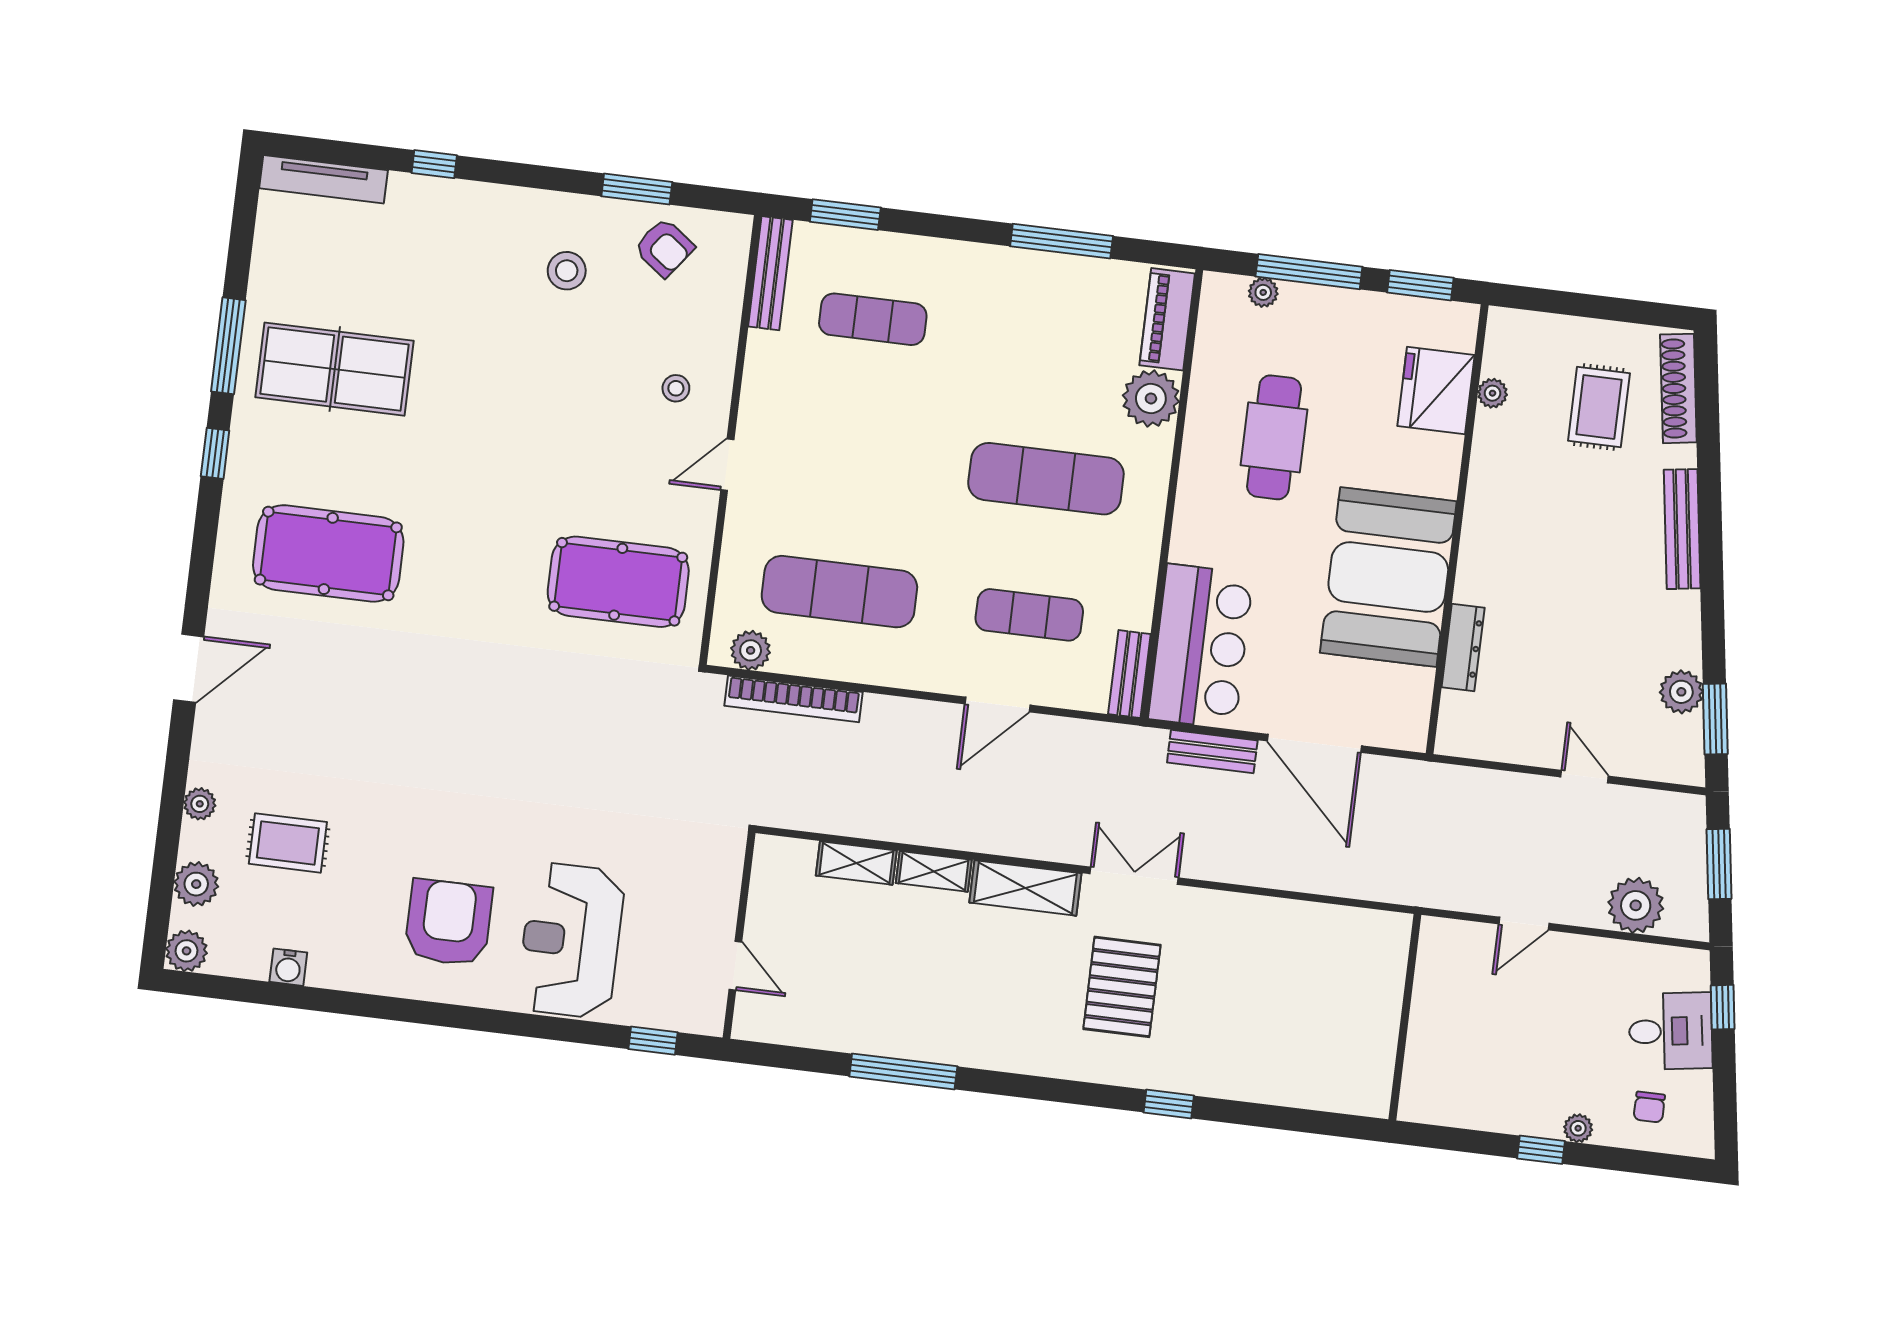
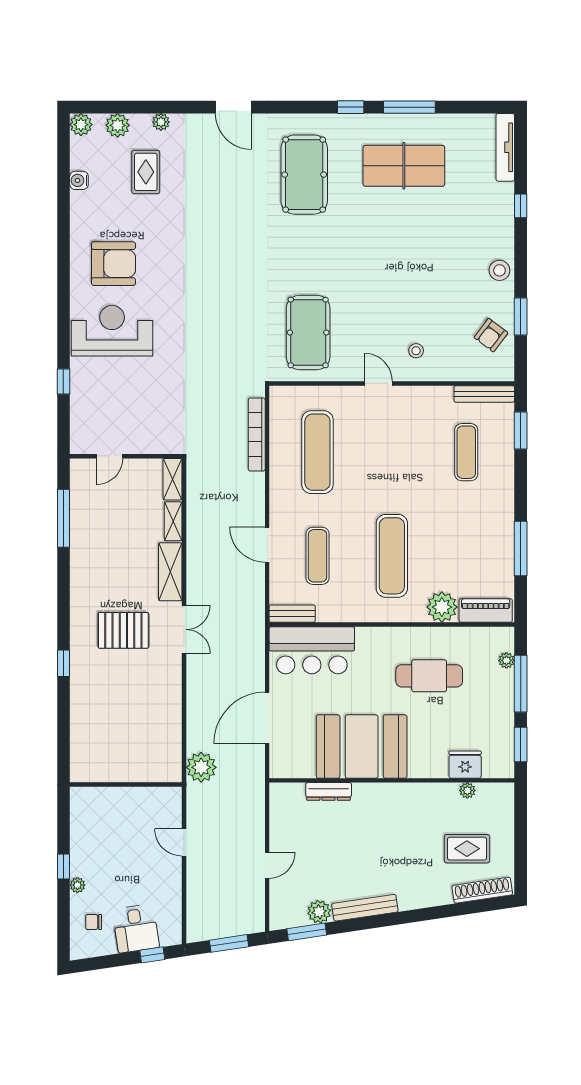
stool: (567, 271) -> (499, 270), moved
table tennis table: (335, 369) -> (404, 166), turned 90
fridge: (1436, 390) -> (465, 765), width x0.73, depth x0.75
bench: (1682, 529) -> (365, 908), moved
plant: (751, 650) -> (280, 408), removed
bench: (1212, 751) -> (256, 663), removed
plant: (1636, 905) -> (201, 767), moved
wall: (739, 935) -> (126, 456), moved
door: (735, 966) -> (109, 456), moved

